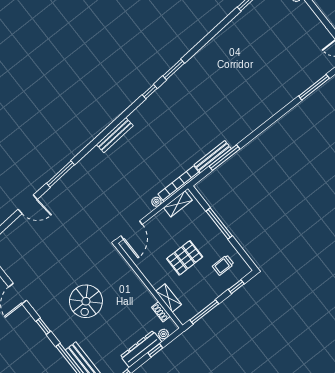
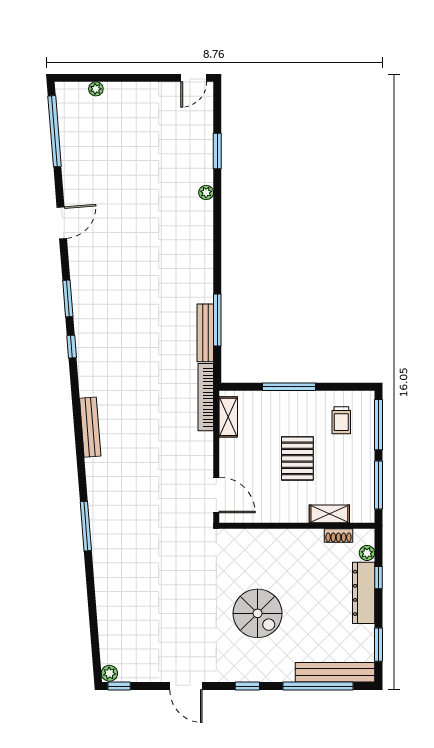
window: (314, 87) -> (217, 151), width x0.69
plant: (156, 202) -> (206, 193), moved
door: (28, 204) -> (62, 223), moved
window: (236, 287) -> (378, 425), width x2.17

